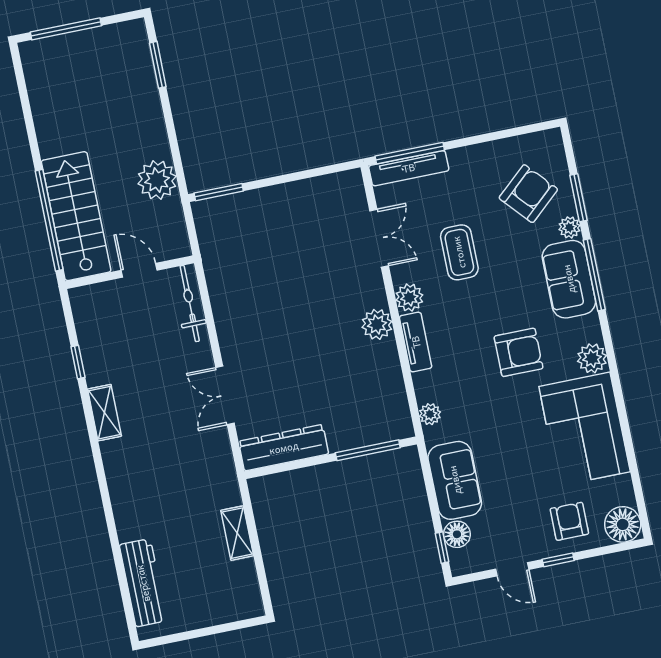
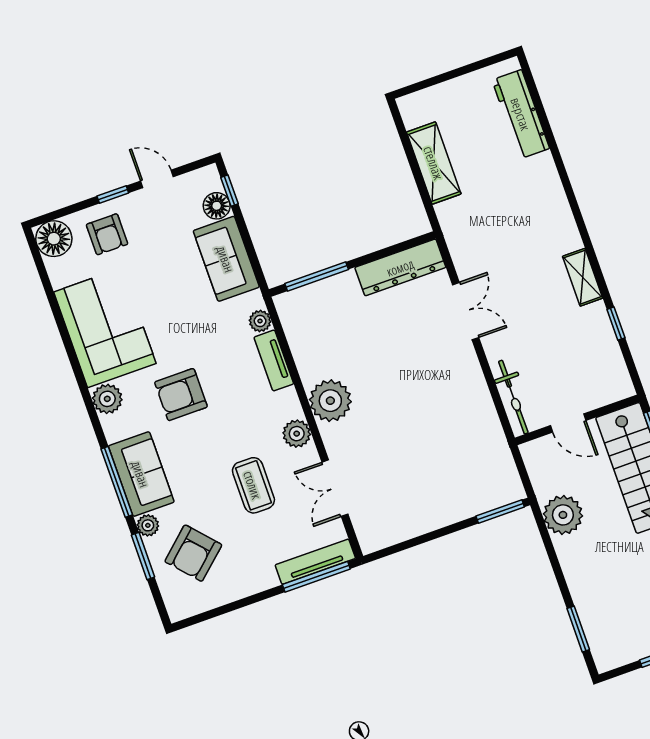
plant: (377, 324) -> (330, 401), width x1.36, depth x1.36
tv unit: (416, 342) -> (274, 360), moved
shelving: (237, 533) -> (434, 163), width x1.50, depth x1.33

